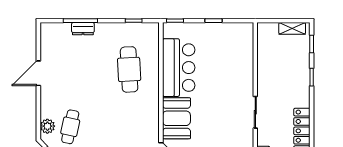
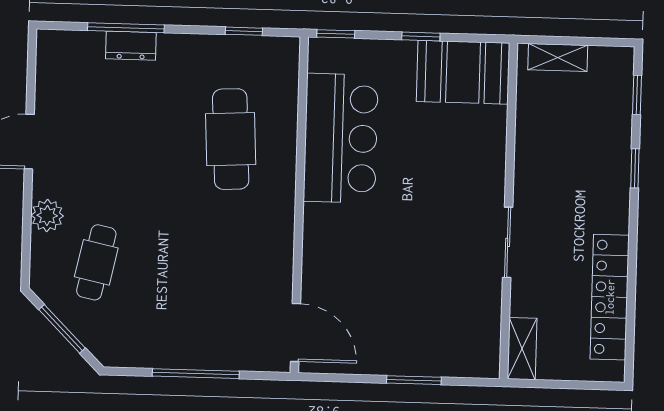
shelving: (292, 28) -> (558, 58), moved
booth: (176, 118) -> (463, 72), moved, turned 90
plant: (47, 126) -> (47, 216), moved

